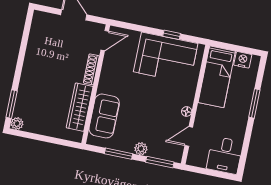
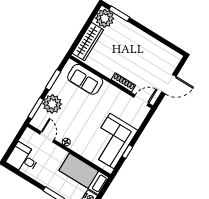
door: (105, 41) -> (141, 100), swing flipped
wardrobe: (80, 107) -> (88, 41), moved, turned 90
plant: (17, 123) -> (105, 18), width x1.87, depth x1.87
plant: (141, 149) -> (52, 104), width x1.87, depth x1.87

